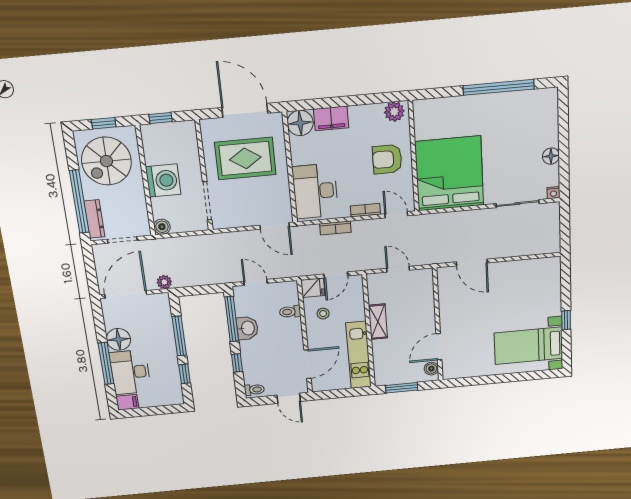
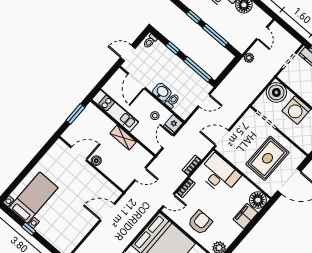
boiler: (162, 227) -> (276, 92), width x1.86, depth x1.86
door: (126, 294) -> (262, 33), width x0.53
washbasin: (247, 328) -> (162, 92), moved, turned 180
door: (439, 347) -> (79, 154), hinge flipped
boiler: (431, 369) -> (96, 161), moved

